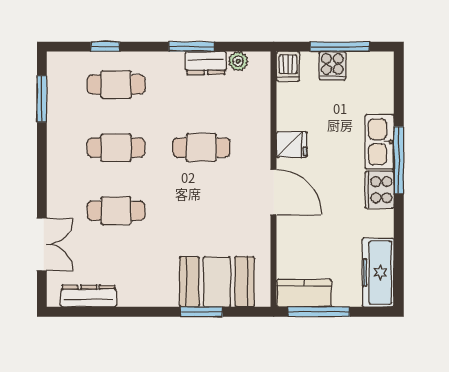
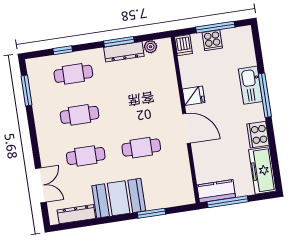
dresser: (206, 63) -> (124, 52), width x1.44
cafe table: (201, 148) -> (141, 148), moved
cooker: (380, 190) -> (258, 135), moved
booth: (217, 282) -> (119, 198), moved

